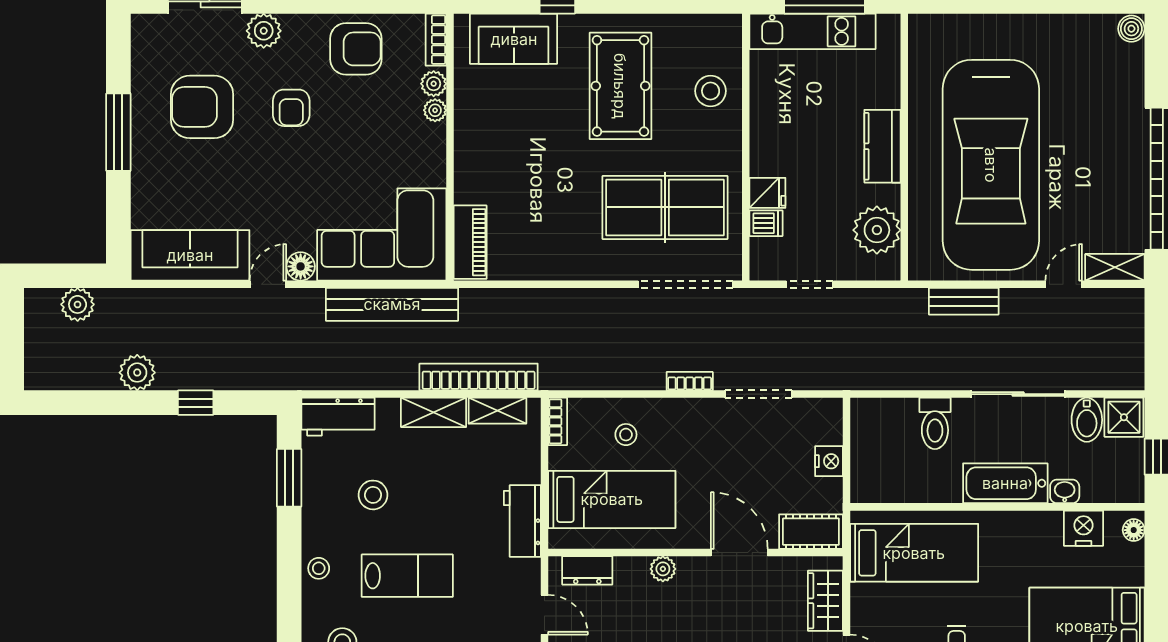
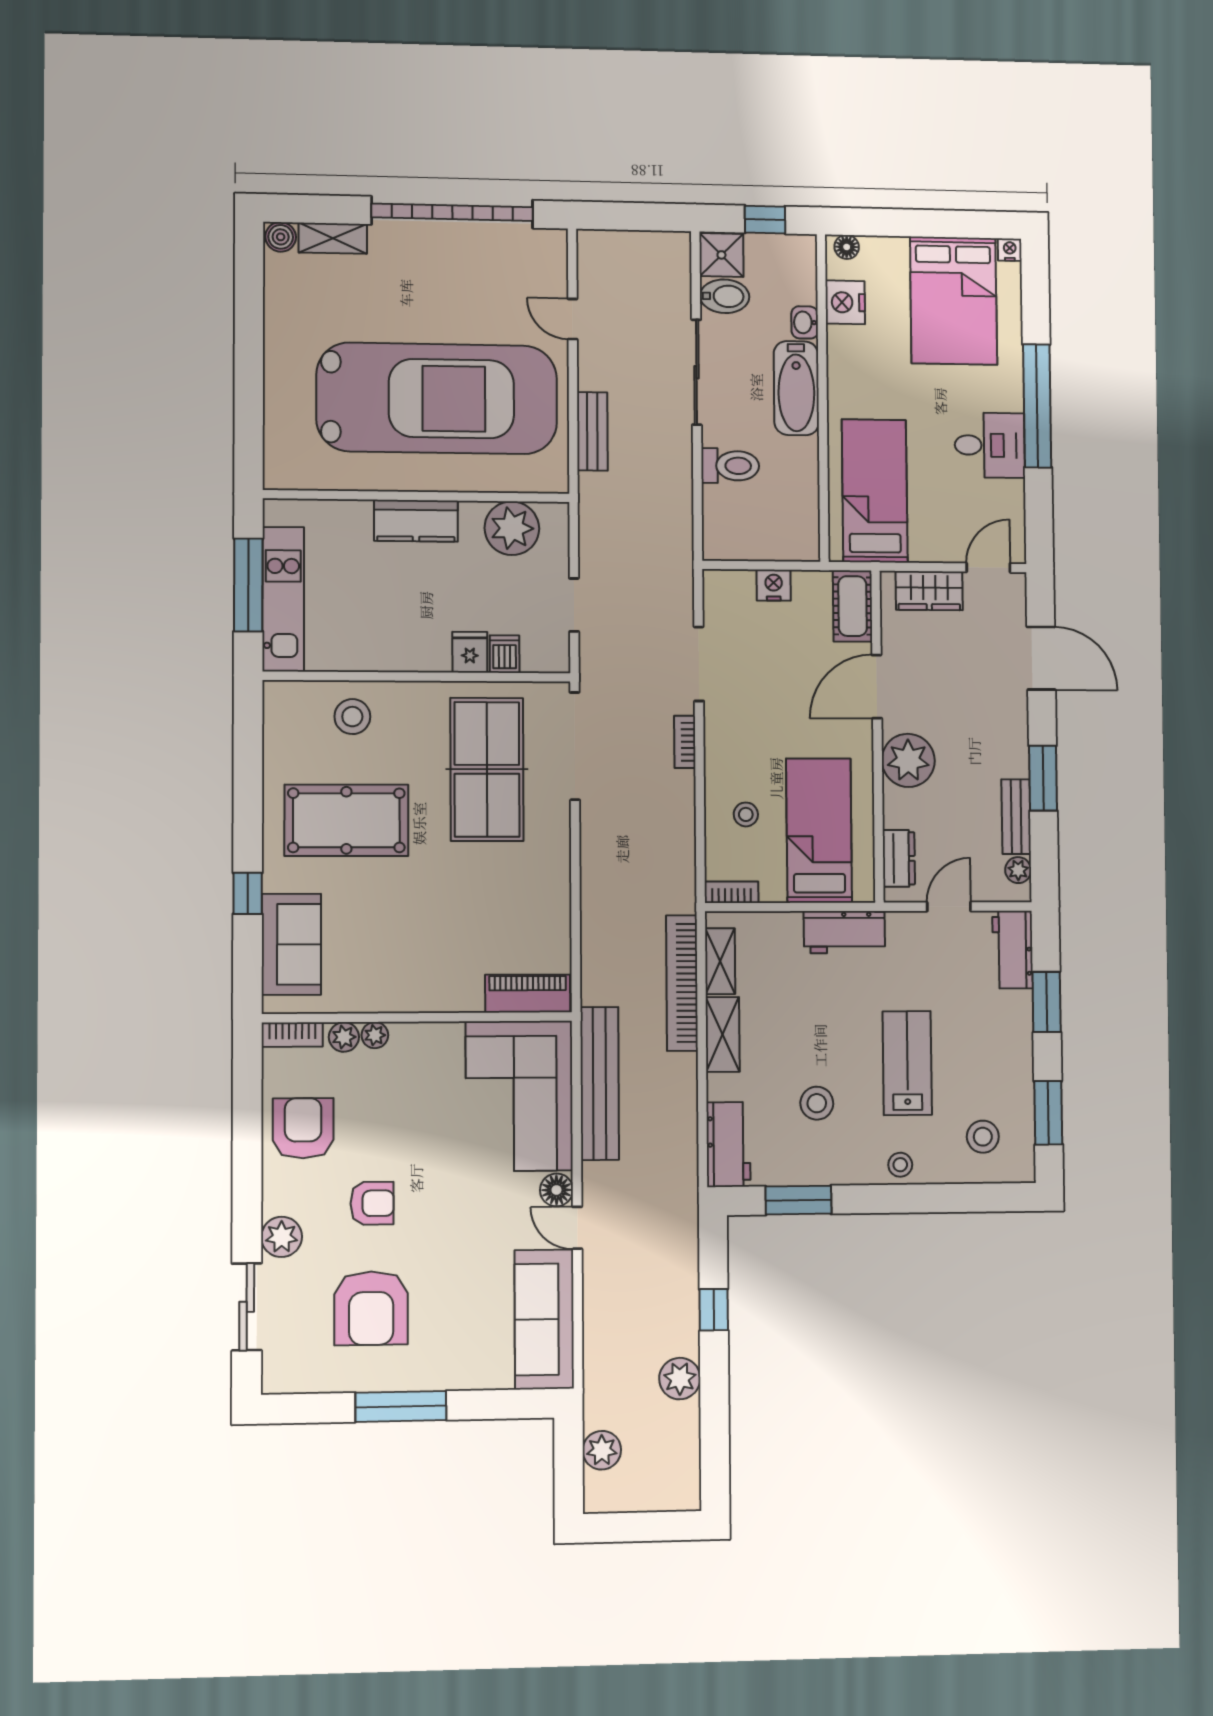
shelving: (1115, 267) -> (333, 238), moved, turned 90
plant: (663, 569) -> (908, 760), width x1.87, depth x1.87

